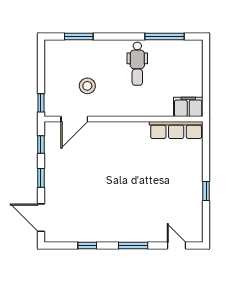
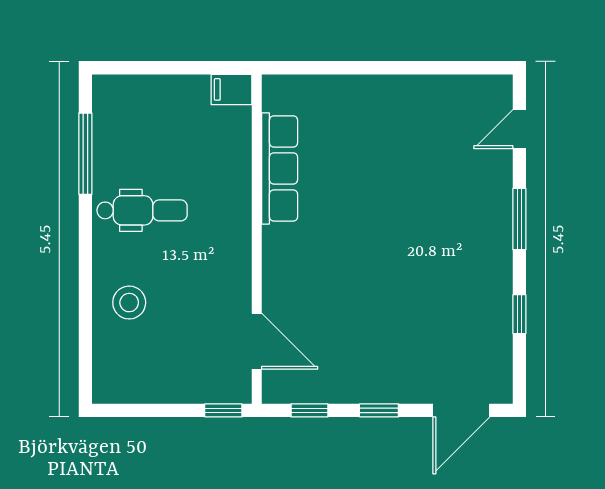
window: (79, 36) -> (85, 332), removed
stool: (87, 86) -> (129, 303), moved
filing cabinet: (188, 107) -> (231, 89), width x0.50
row of seats: (176, 130) -> (280, 168), moved
window: (206, 191) -> (406, 68), removed

